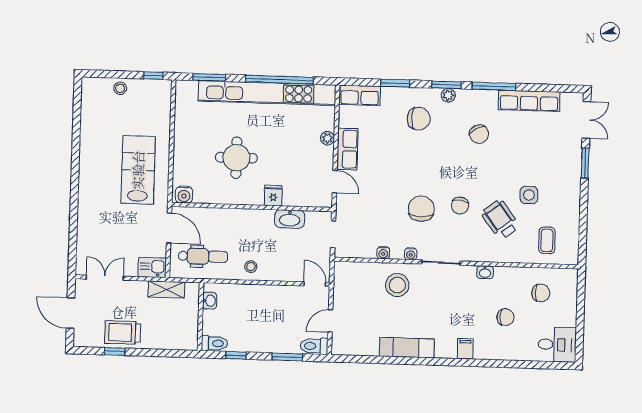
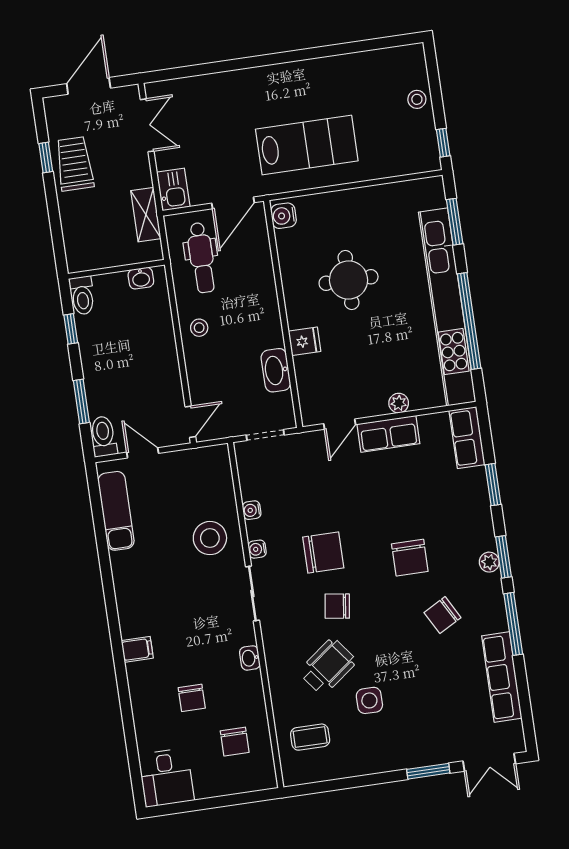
chair: (419, 119) -> (410, 558), moved
exam couch: (407, 348) -> (116, 511), moved

